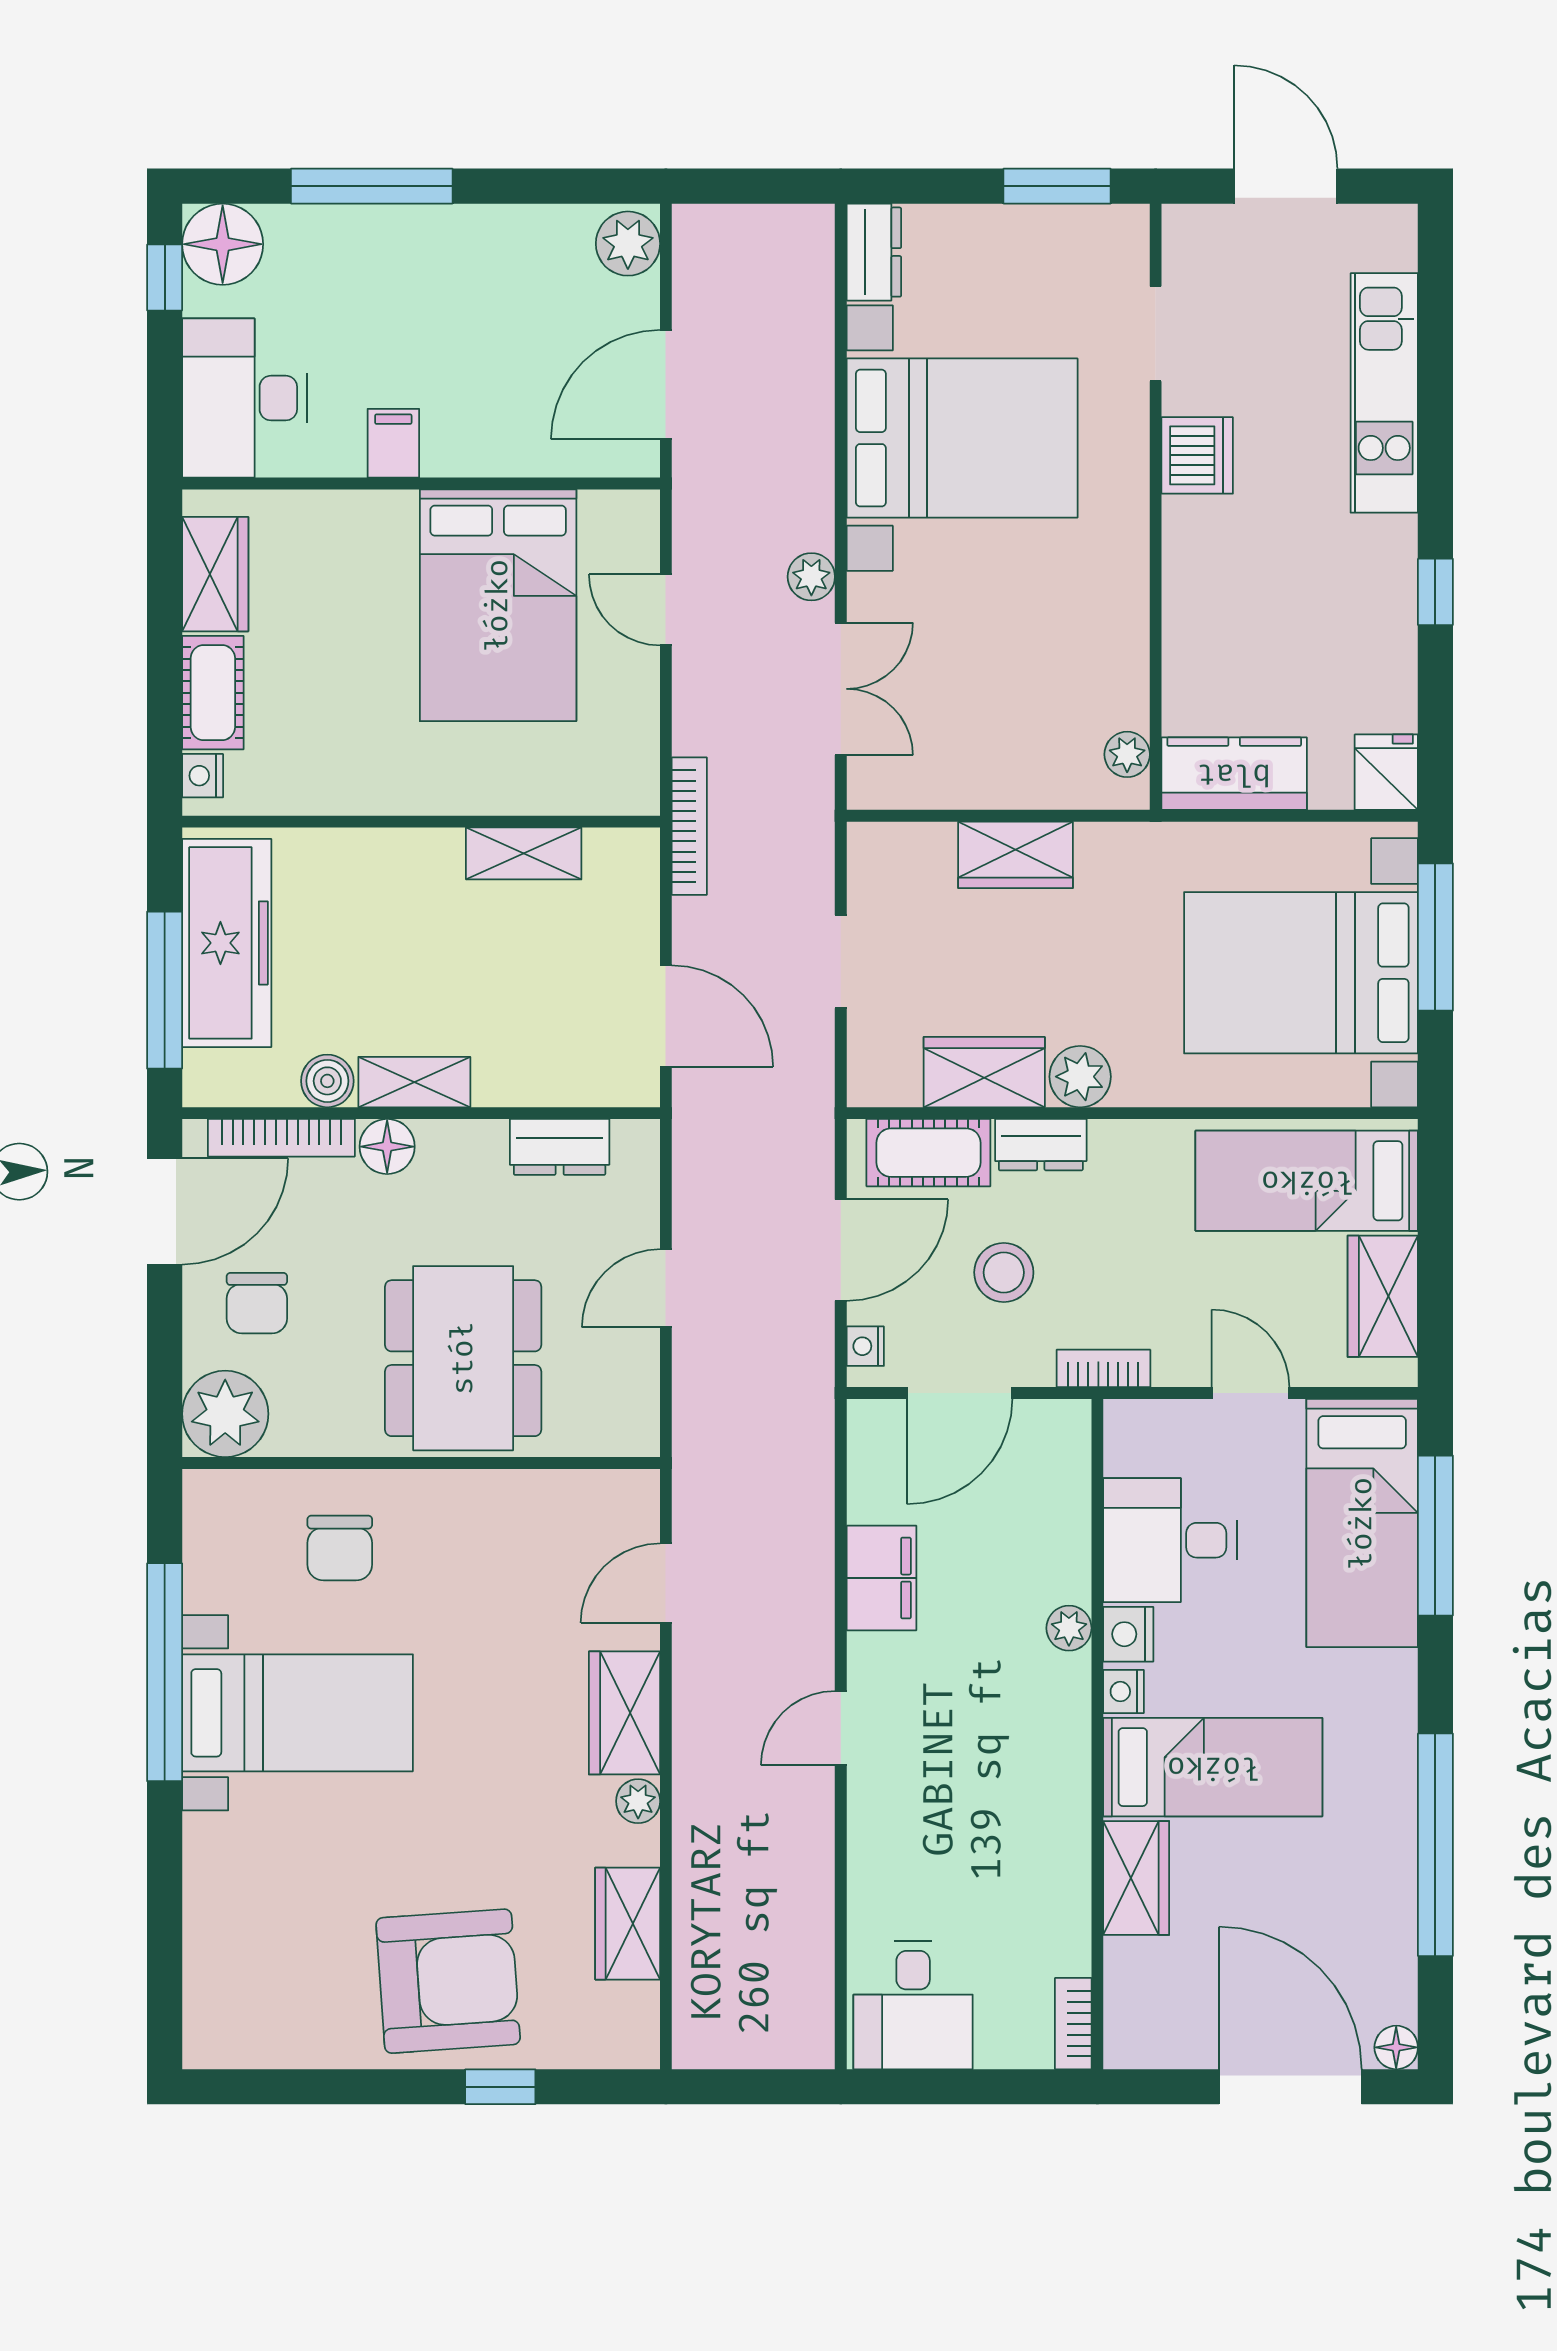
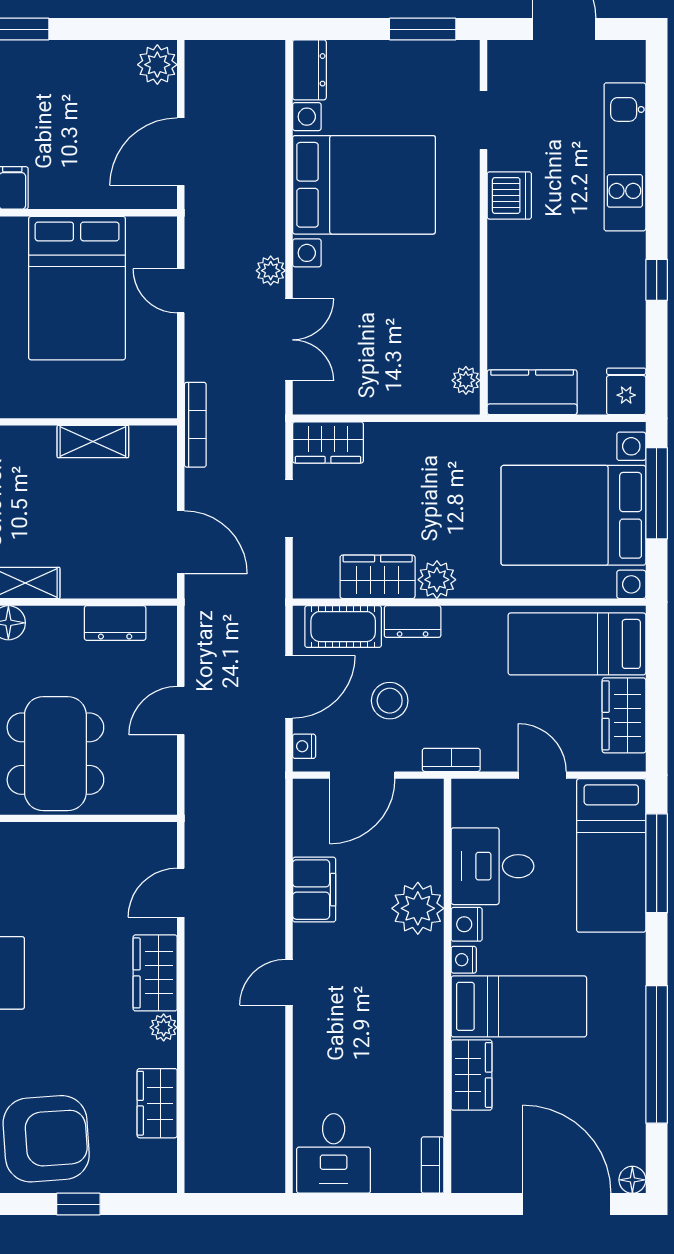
wardrobe: (1015, 855) -> (328, 442), moved
plant: (1069, 1628) -> (418, 908), width x1.88, depth x1.88

